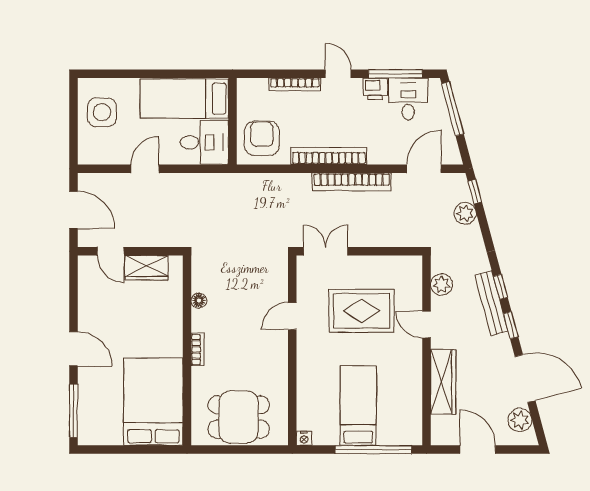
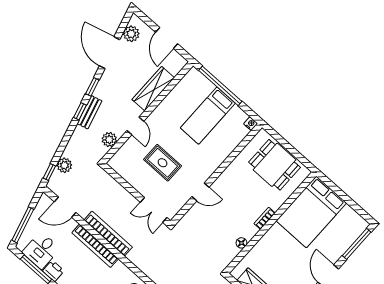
bookcase: (329, 156) -> (95, 246), moved
bench: (491, 303) -> (89, 112), width x0.73
rug: (362, 311) -> (163, 163), width x0.73, depth x0.70

